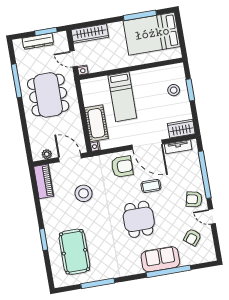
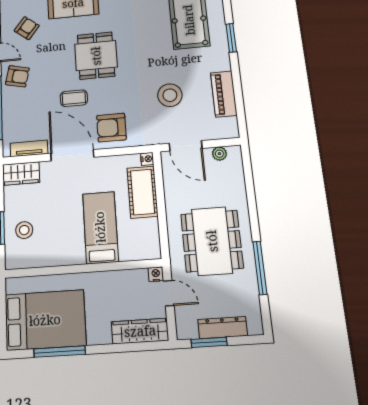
piano: (44, 181) -> (224, 94), moved

